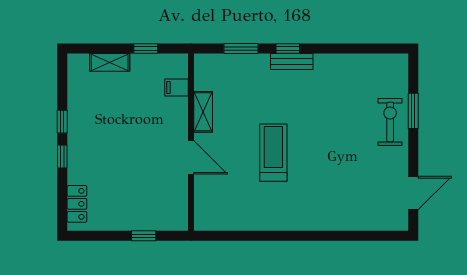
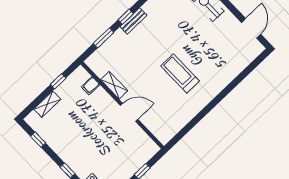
window: (62, 122) -> (38, 140), moved
treadmill: (273, 153) -> (180, 73), moved

